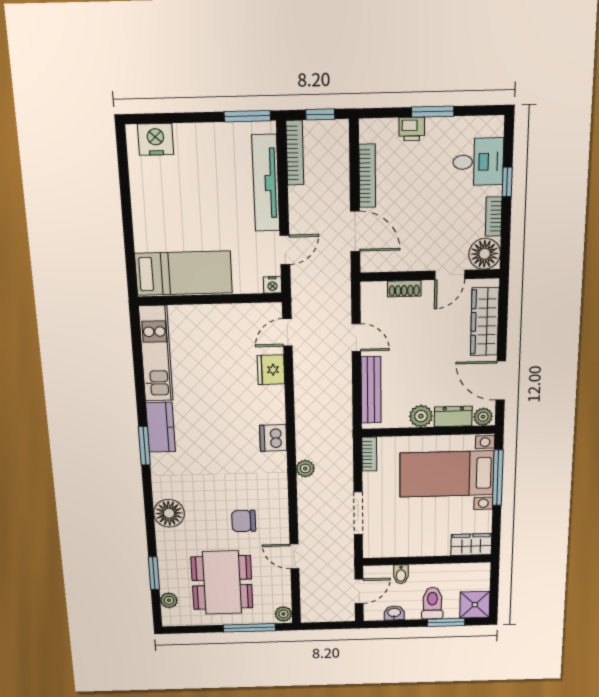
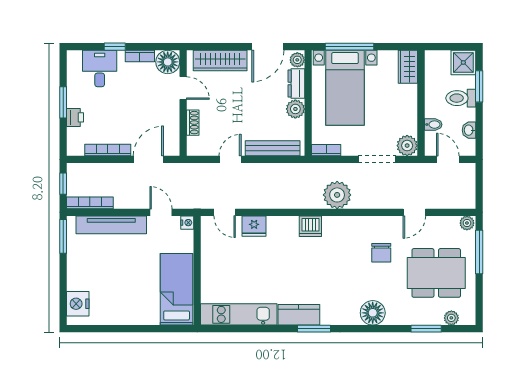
plant: (305, 469) -> (337, 195), width x1.88, depth x1.88
plant: (375, 546) -> (407, 146), added

